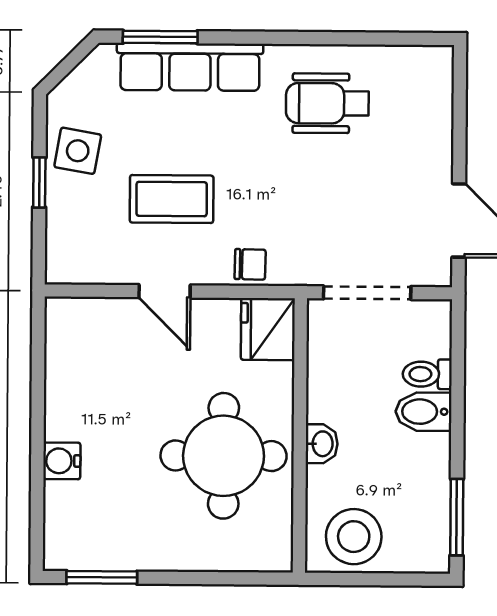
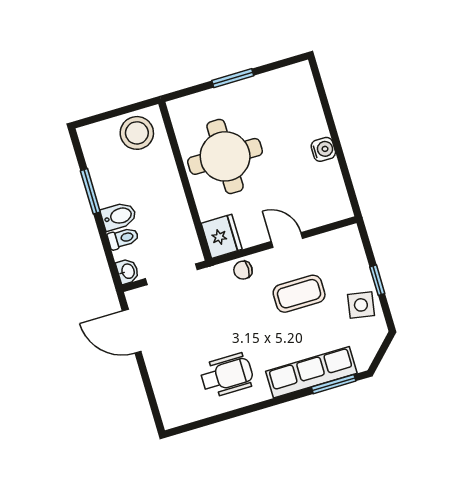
washbasin: (322, 444) -> (128, 271), moved, turned 180
water cooler: (62, 461) -> (323, 149), moved
window: (457, 517) -> (90, 191), moved
window: (102, 577) -> (233, 78), moved

